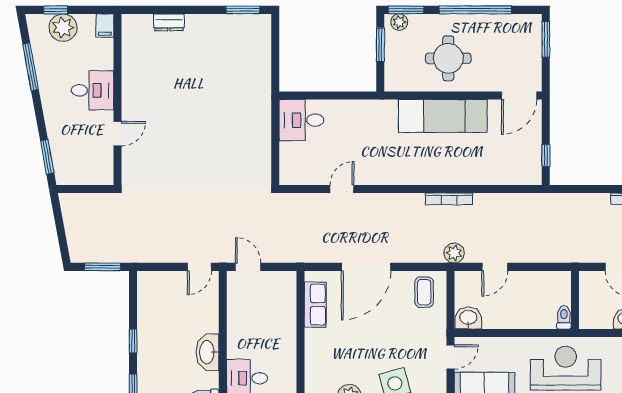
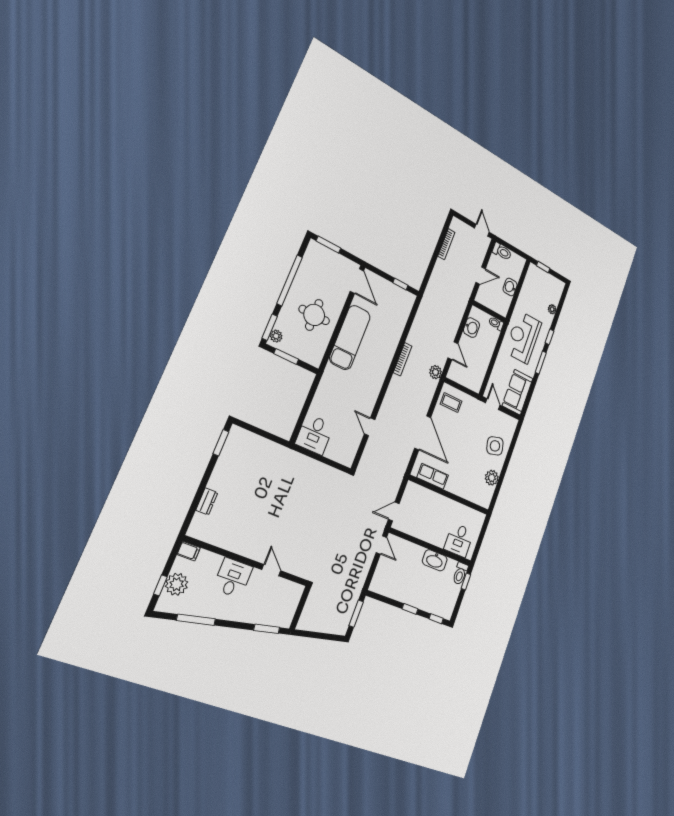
washbasin: (468, 318) -> (471, 328), moved, turned 180

